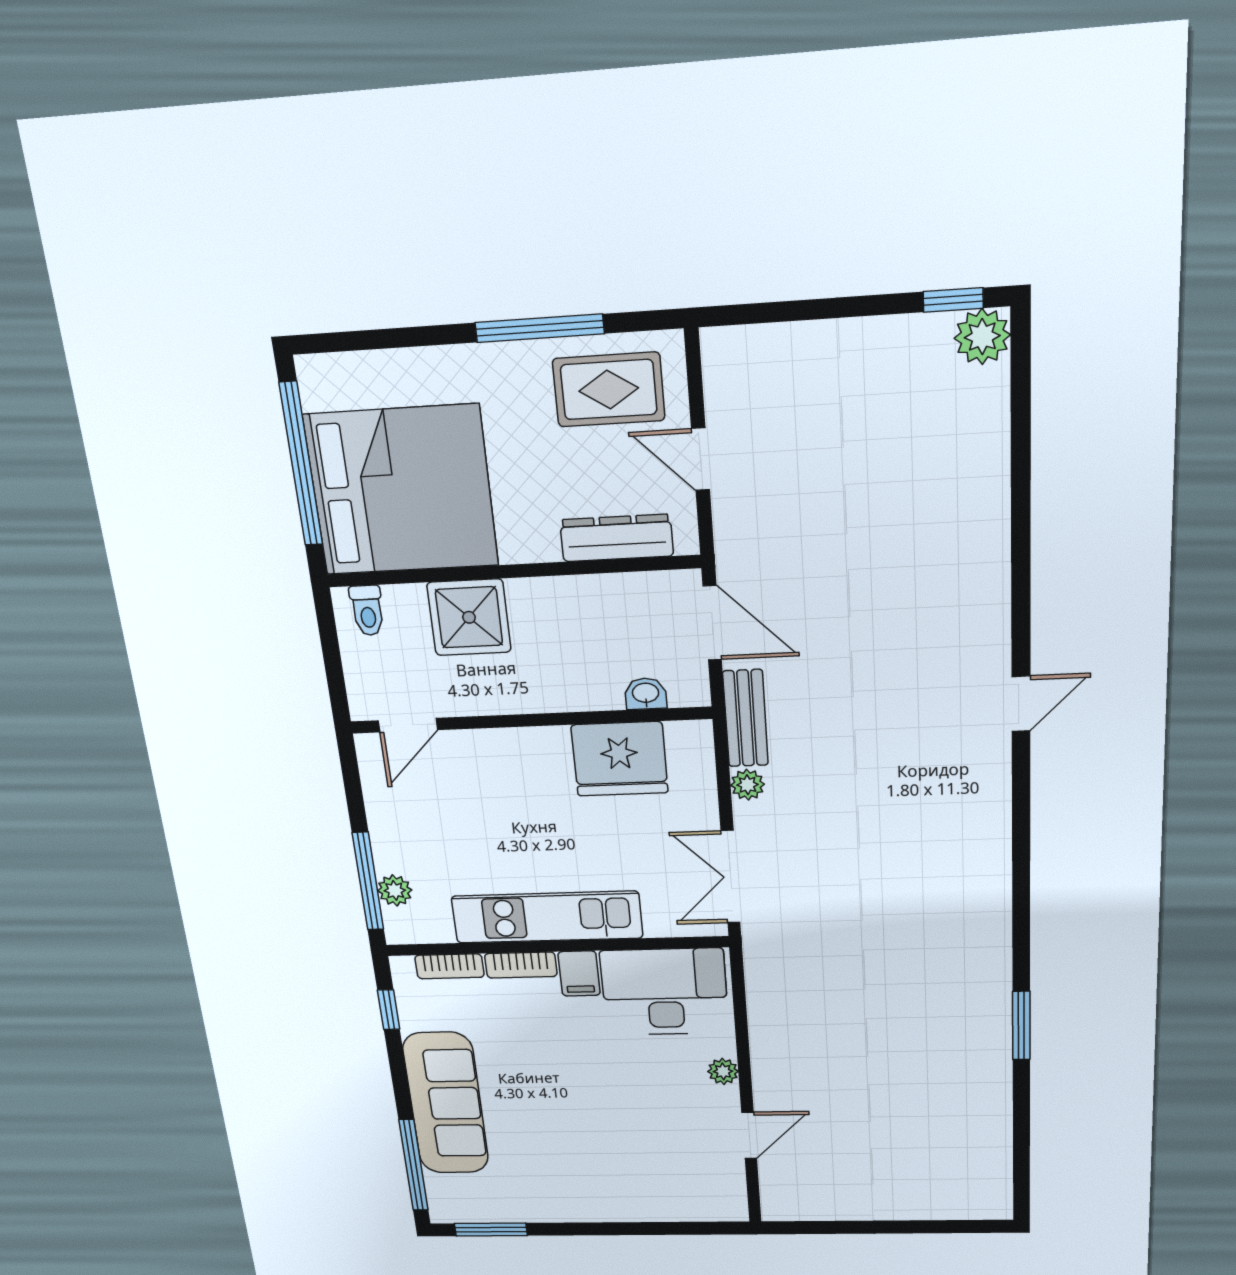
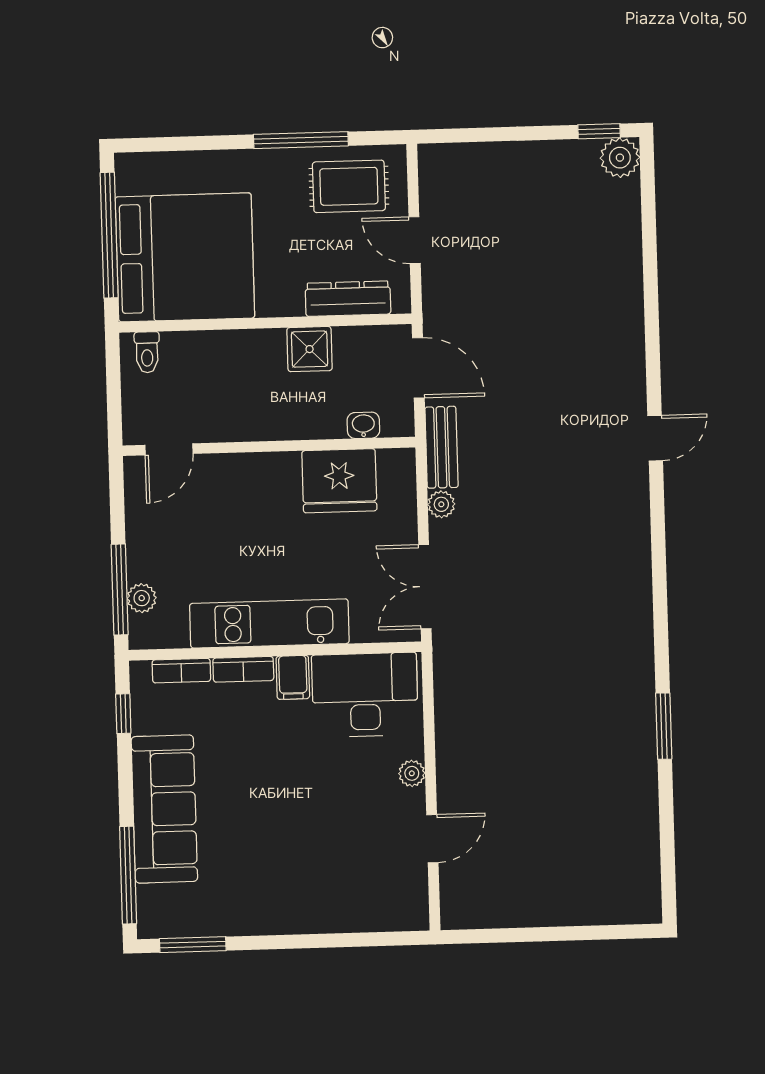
shower: (469, 617) -> (310, 349), moved, width x0.73, depth x0.73

